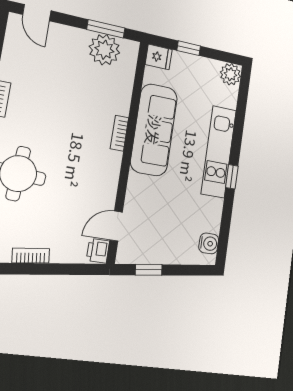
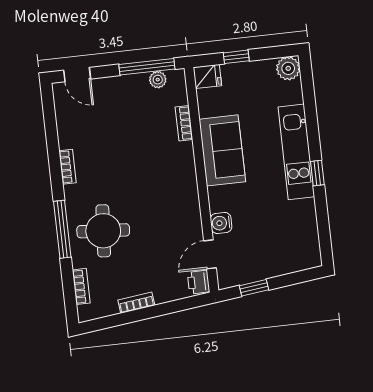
window: (106, 29) -> (147, 67), width x1.44
plant: (104, 50) -> (158, 80), width x0.53, depth x0.53
sofa: (154, 130) -> (222, 150), width x0.73
bookcase: (119, 133) -> (184, 123), moved
water cooler: (209, 243) -> (221, 223), moved, turned 180

